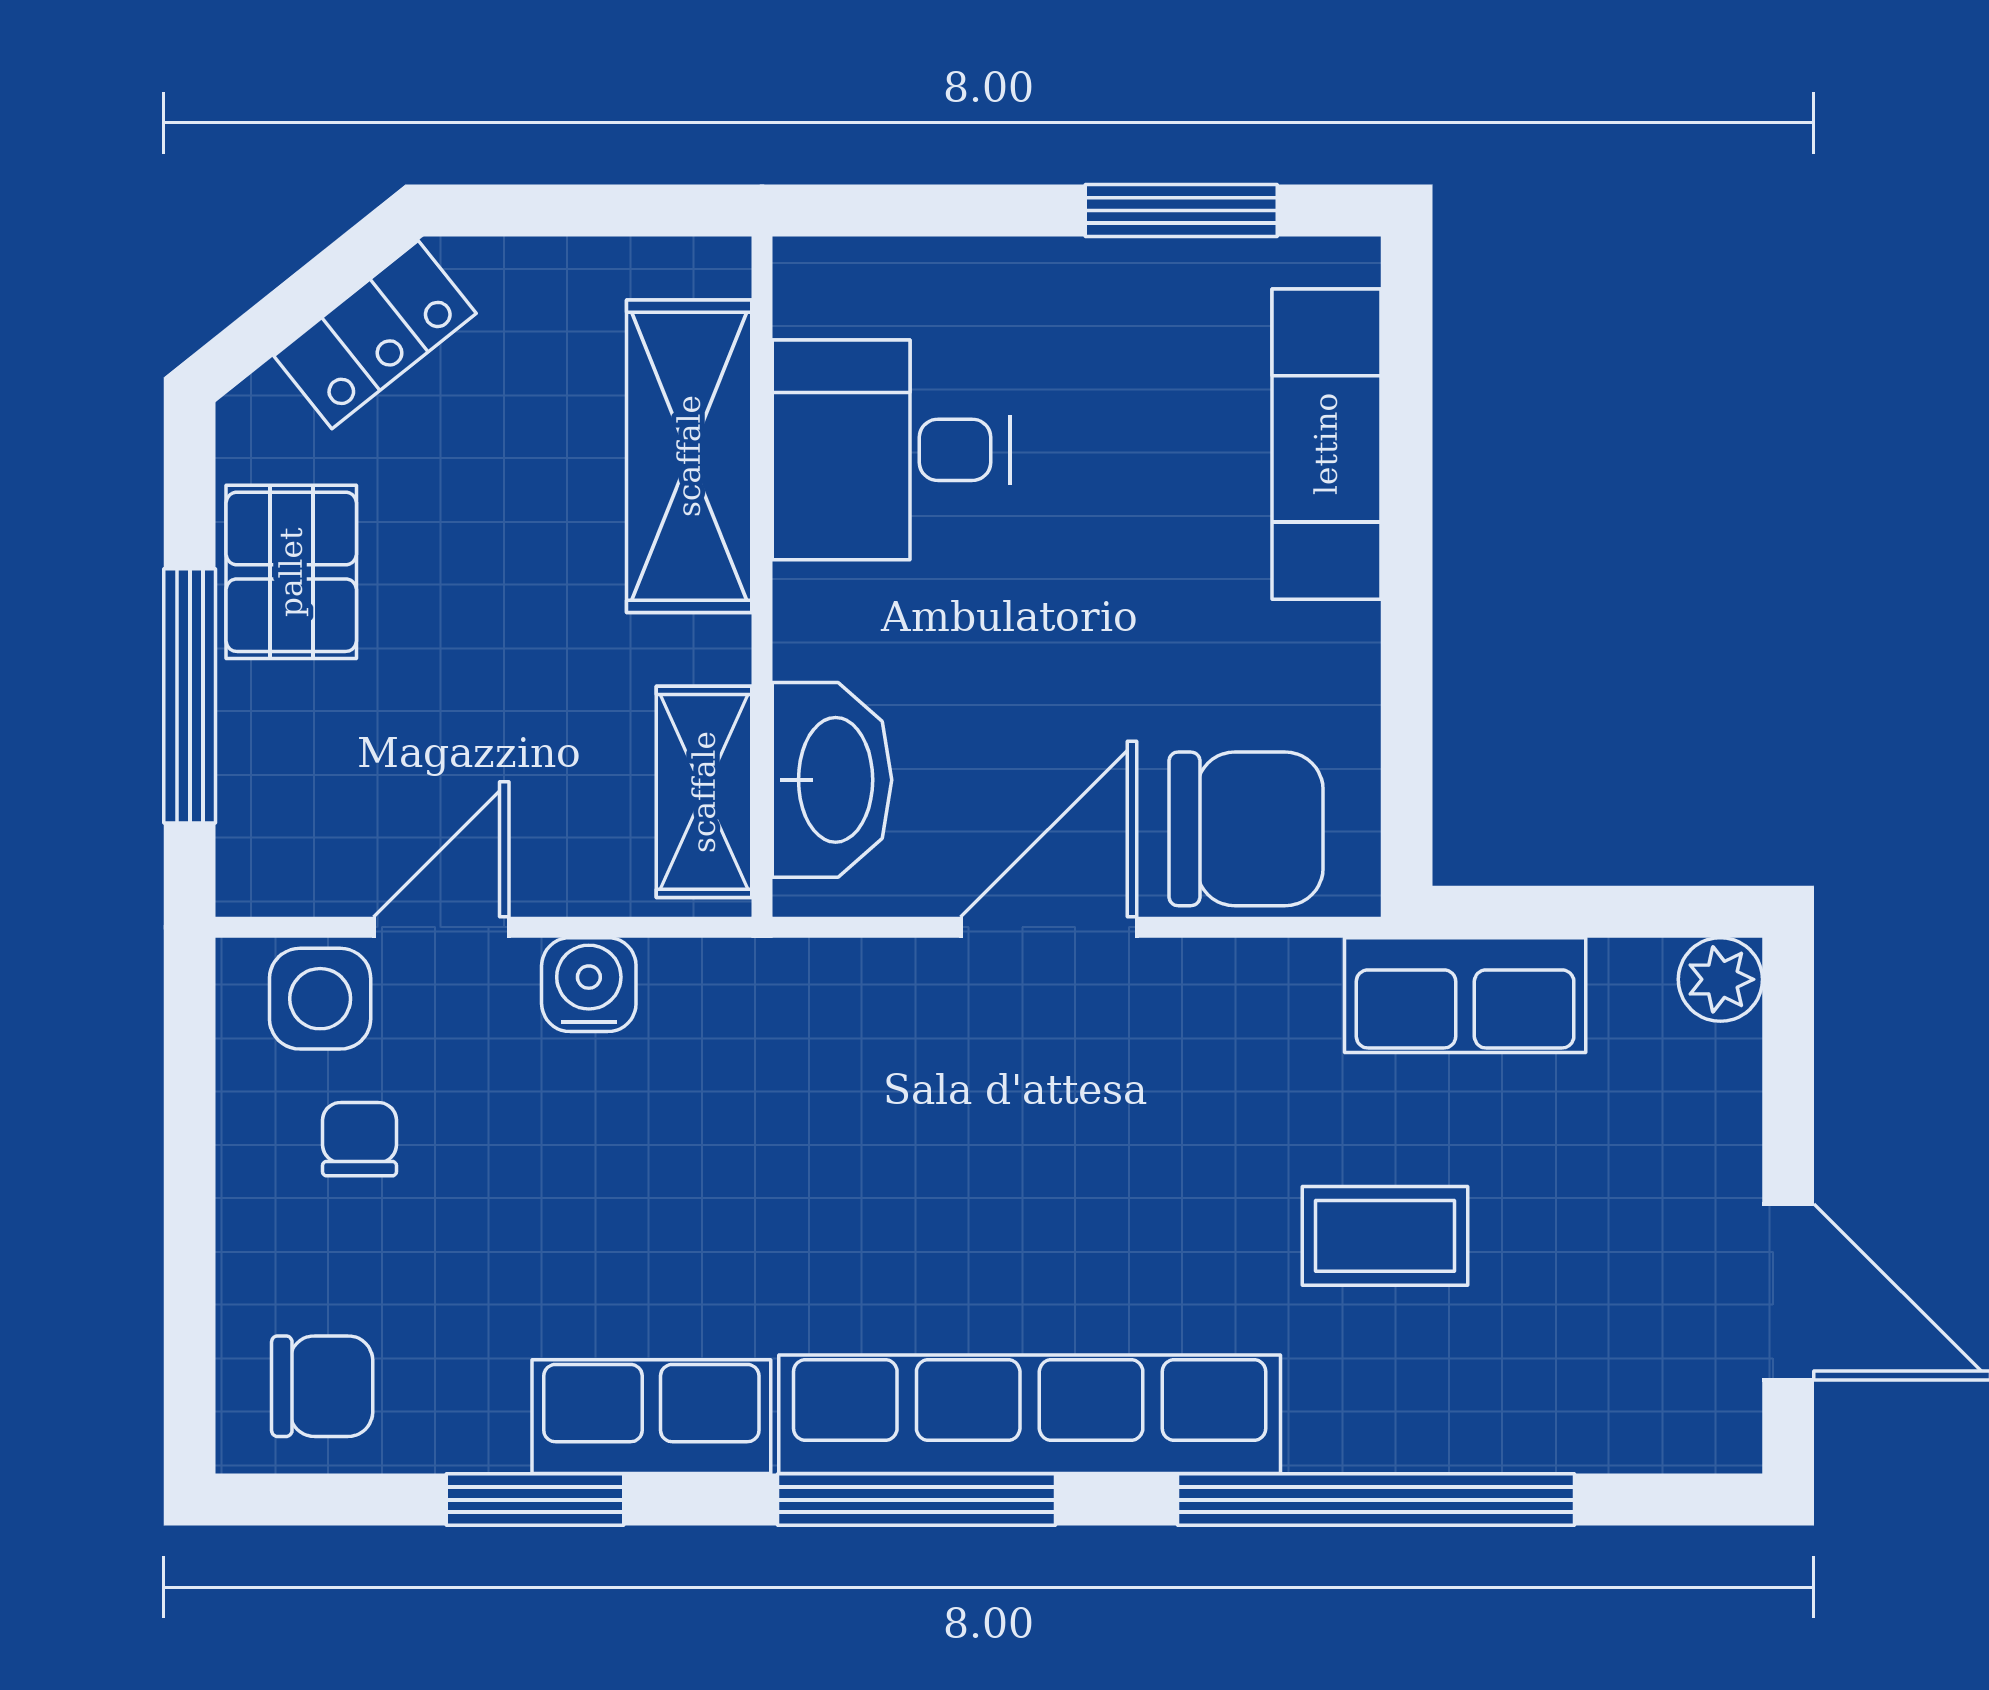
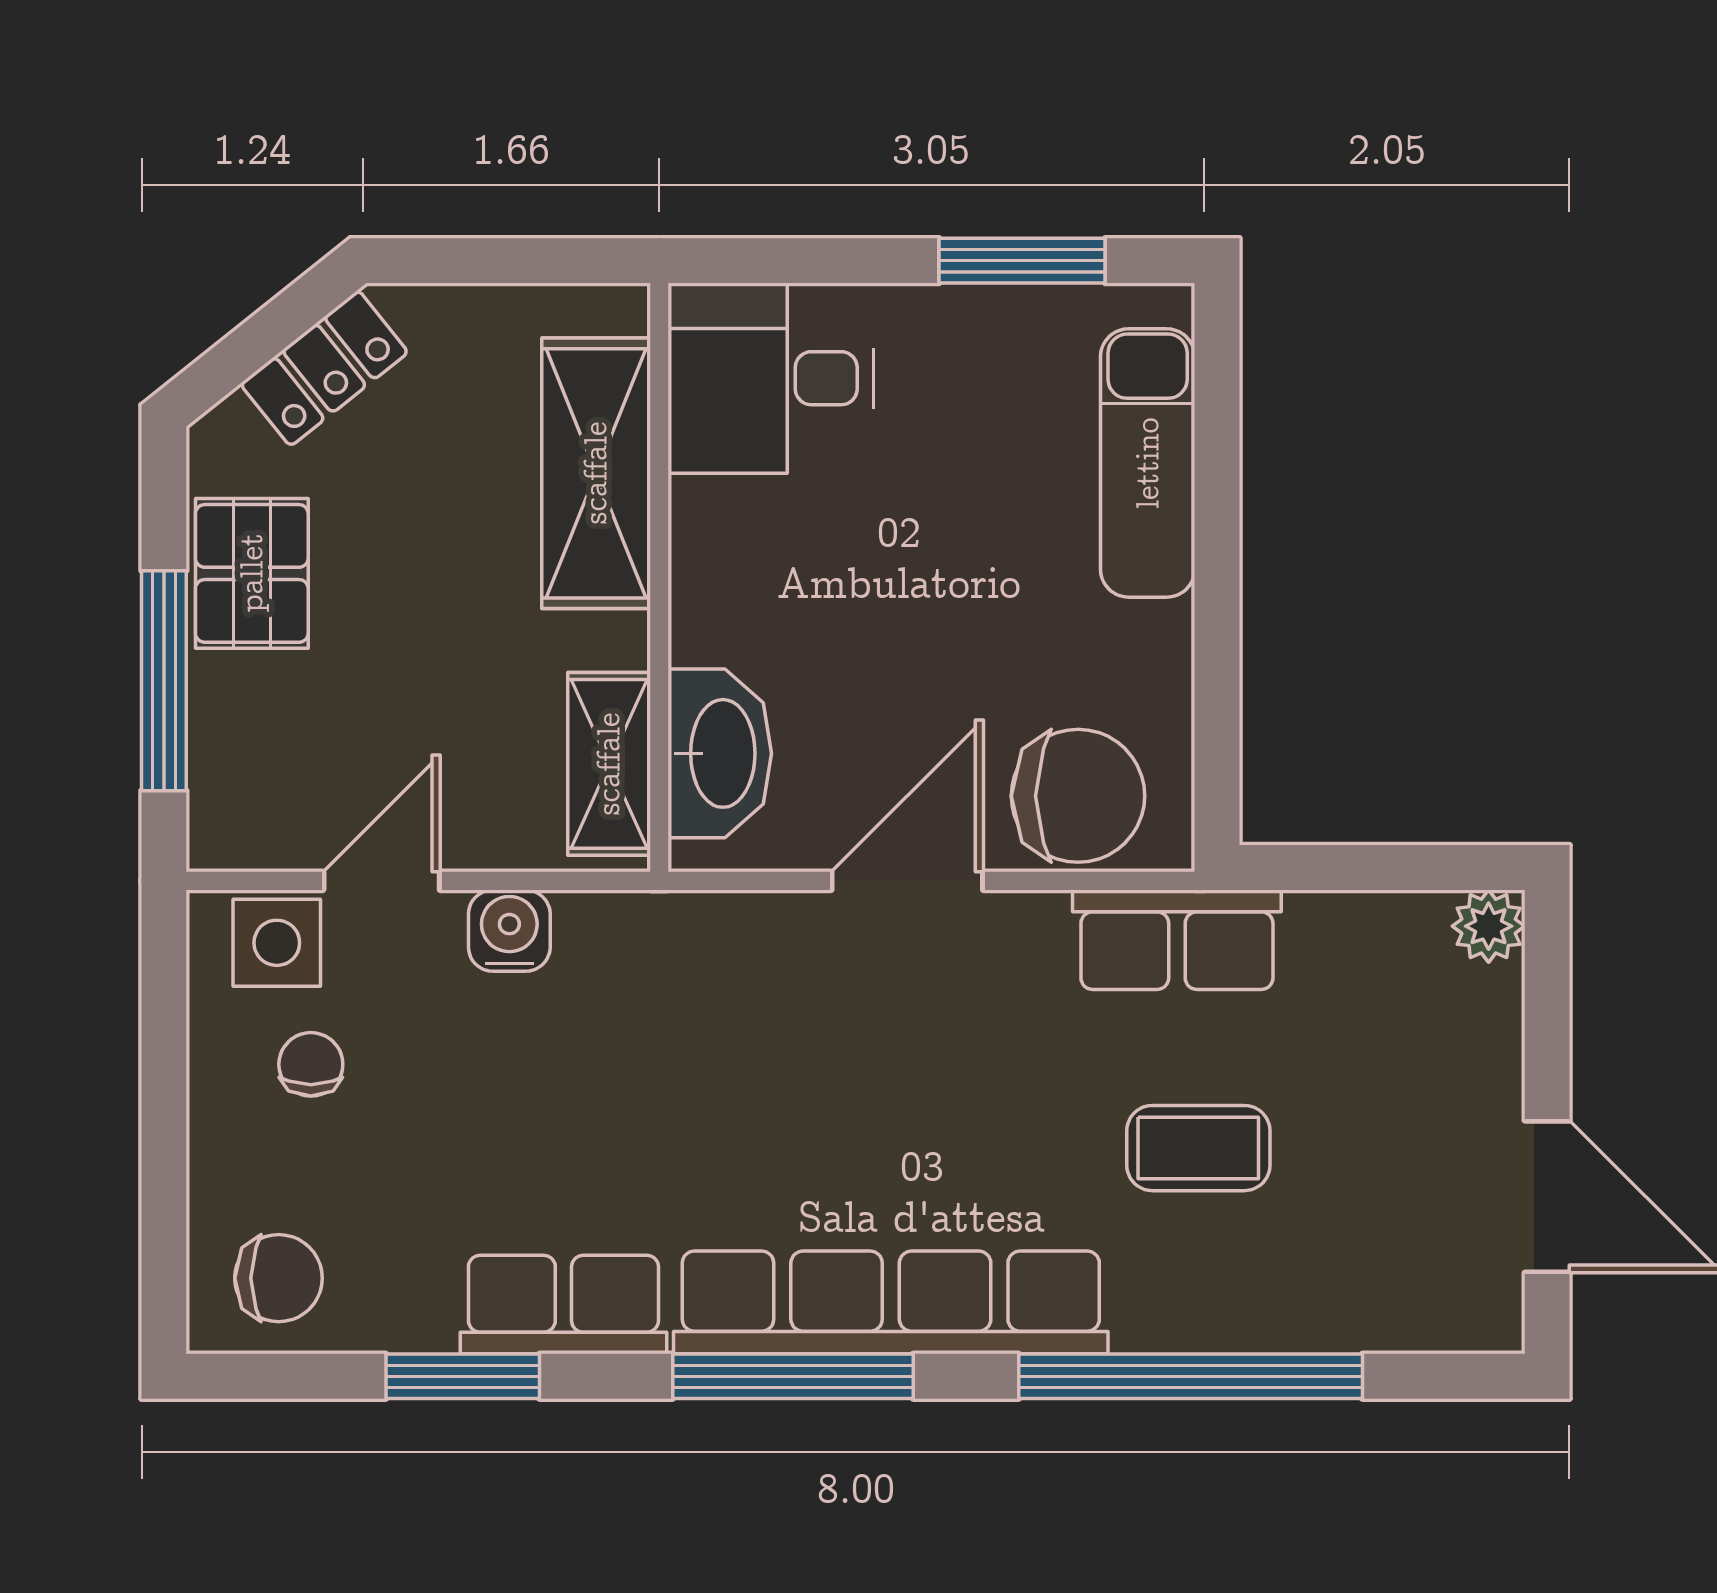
desk: (891, 450) -> (771, 378), moved
row of seats: (1465, 995) -> (1177, 940), moved

